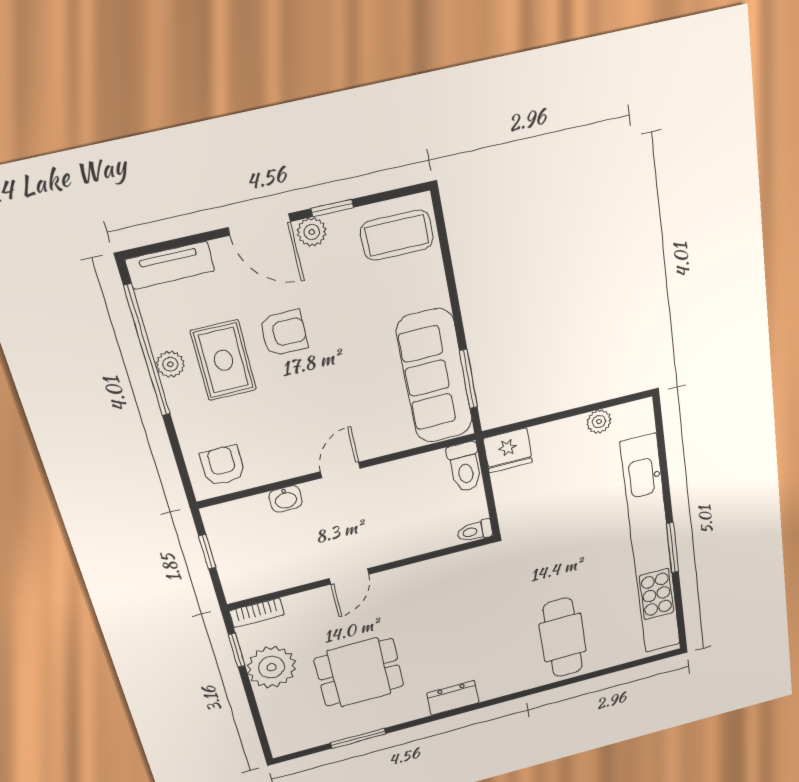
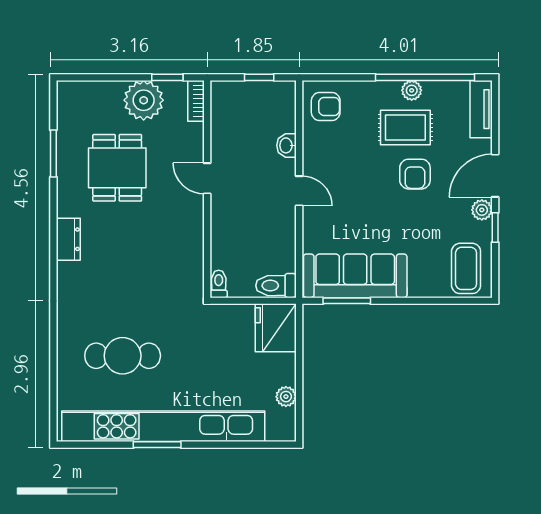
fridge: (508, 450) -> (276, 328), width x1.36, depth x1.34
cafe table: (563, 638) -> (123, 356), moved

